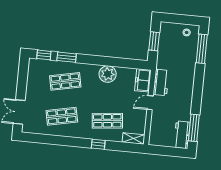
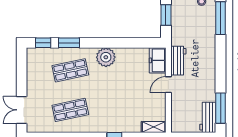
plant: (108, 74) -> (106, 57), moved
shop shelf: (107, 121) -> (122, 110), removed

